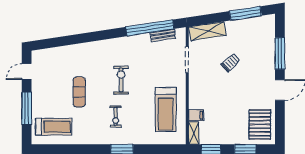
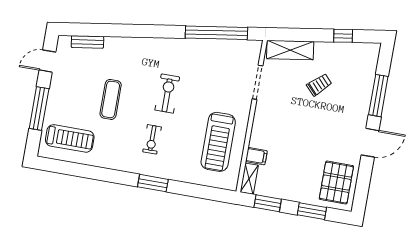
window: (245, 13) -> (343, 36), width x0.46
bench: (163, 35) -> (87, 42), moved
trolley: (231, 63) -> (319, 85), moved

